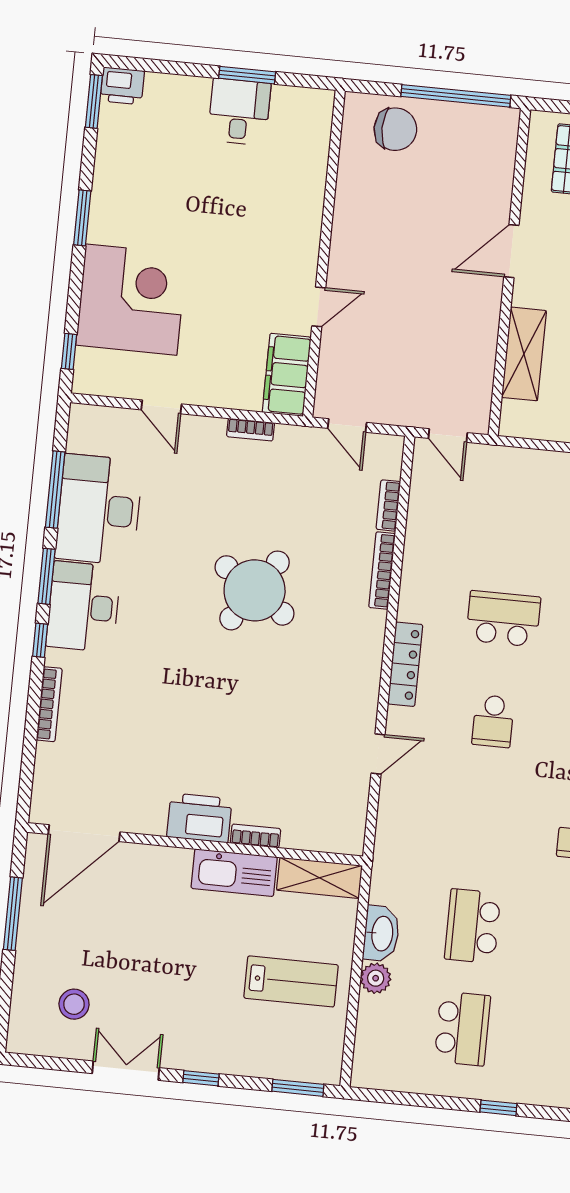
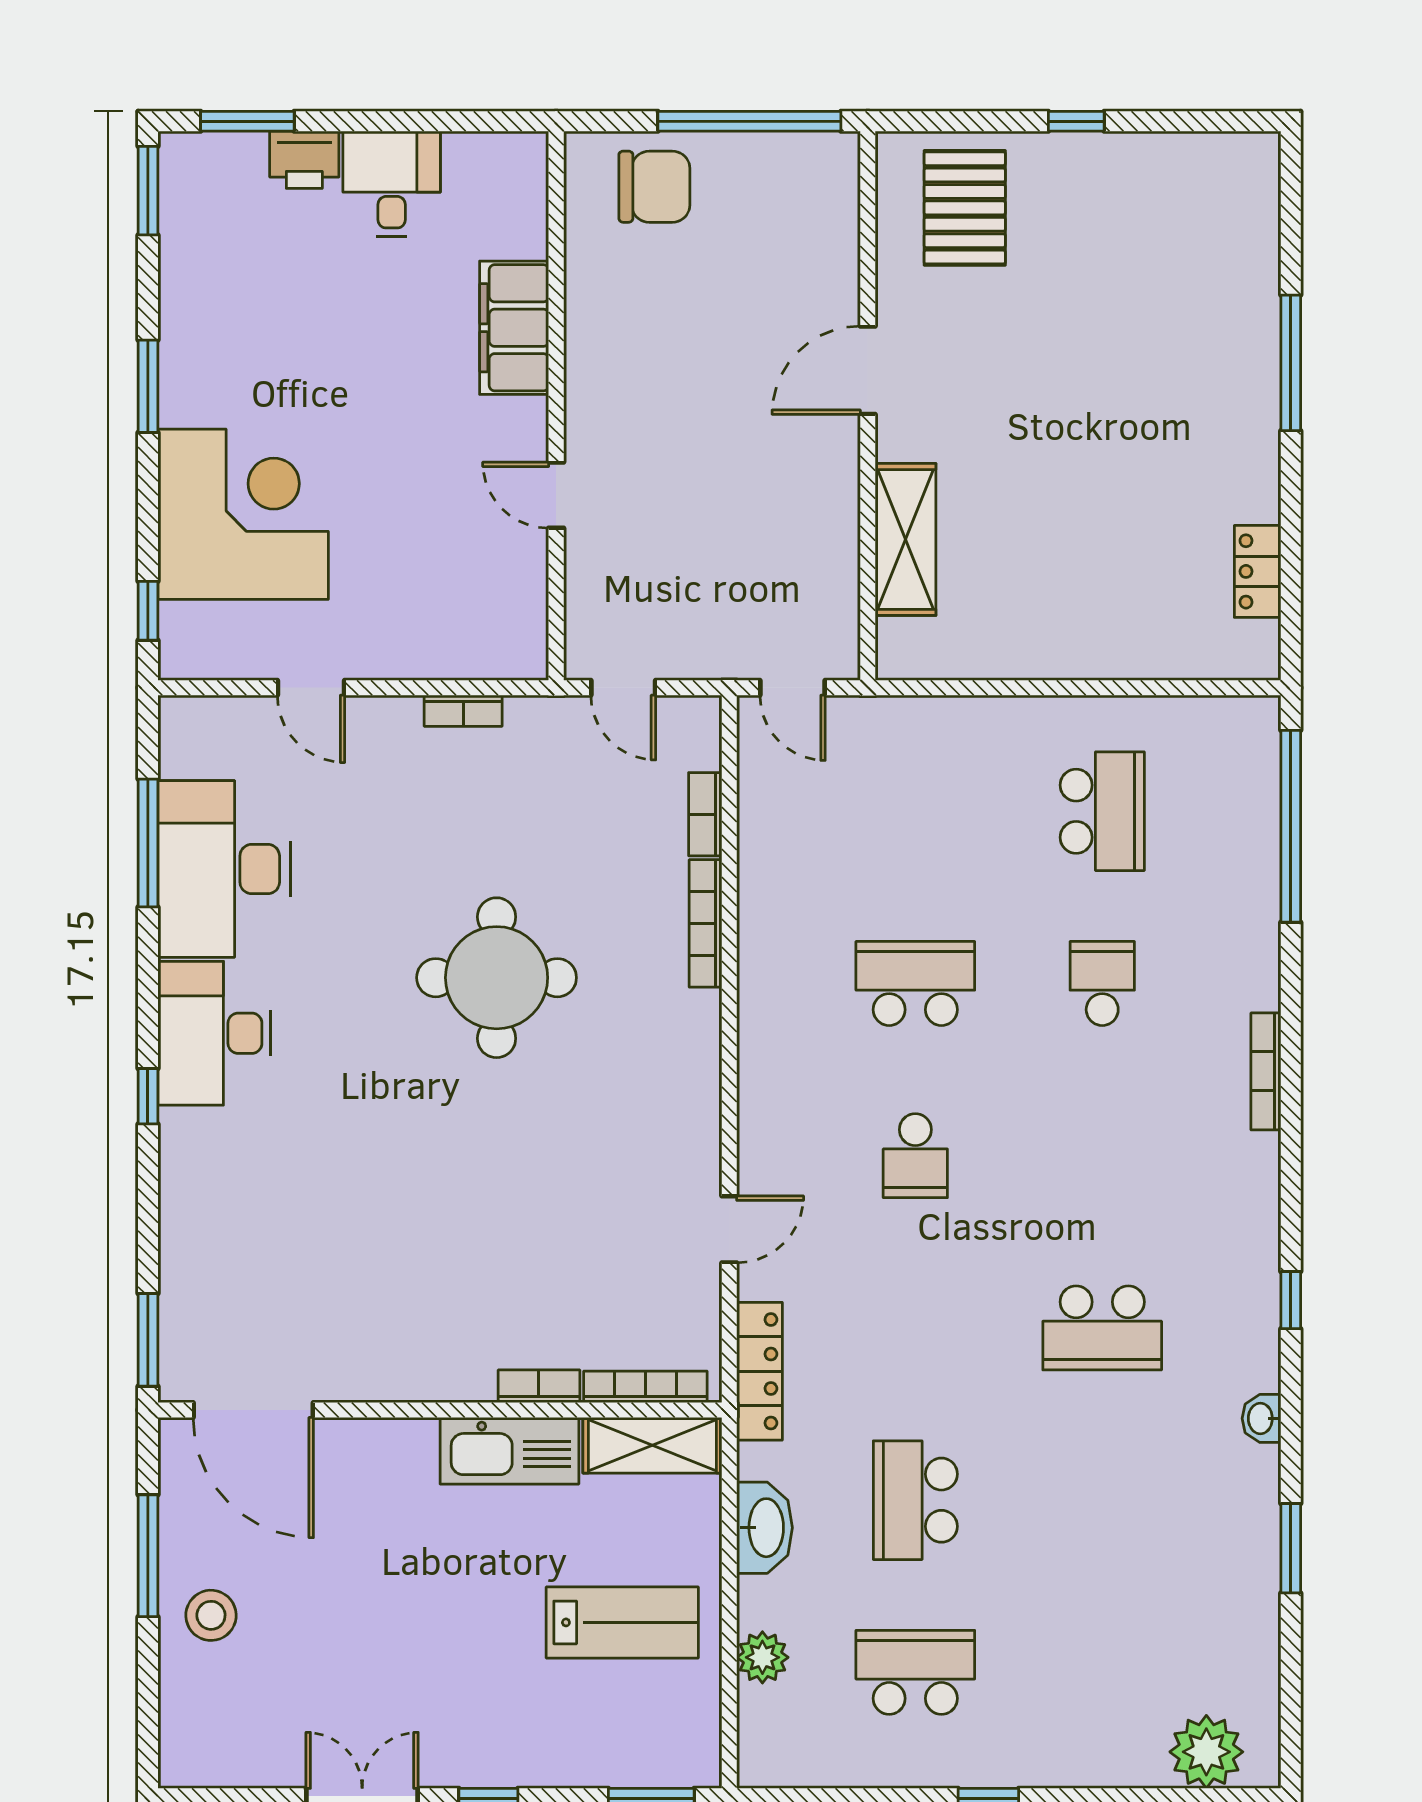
window: (247, 75) -> (247, 121), moved
printer: (122, 86) -> (304, 160), moved
door: (319, 307) -> (556, 495), swing flipped
filing cabinet: (287, 375) -> (514, 328), moved
window: (47, 576) -> (148, 1340), moved
round table: (255, 590) -> (497, 978), turned -34
locker: (405, 664) -> (760, 1371), moved
bookcase: (49, 704) -> (645, 1387), moved, turned -90
printer: (199, 818) -> (443, 1366), removed
door: (84, 833) -> (253, 1410), hinge flipped
plant: (376, 978) -> (762, 1657), moved
stool: (74, 1004) -> (211, 1615), moved
school desk: (462, 1029) -> (915, 1672), turned -90

